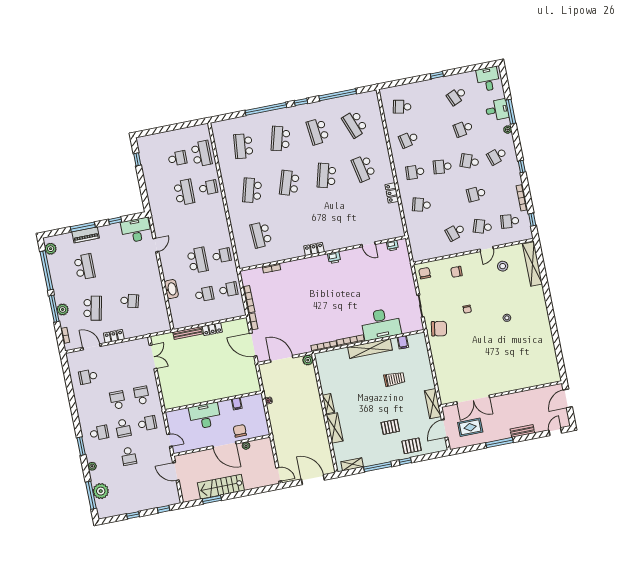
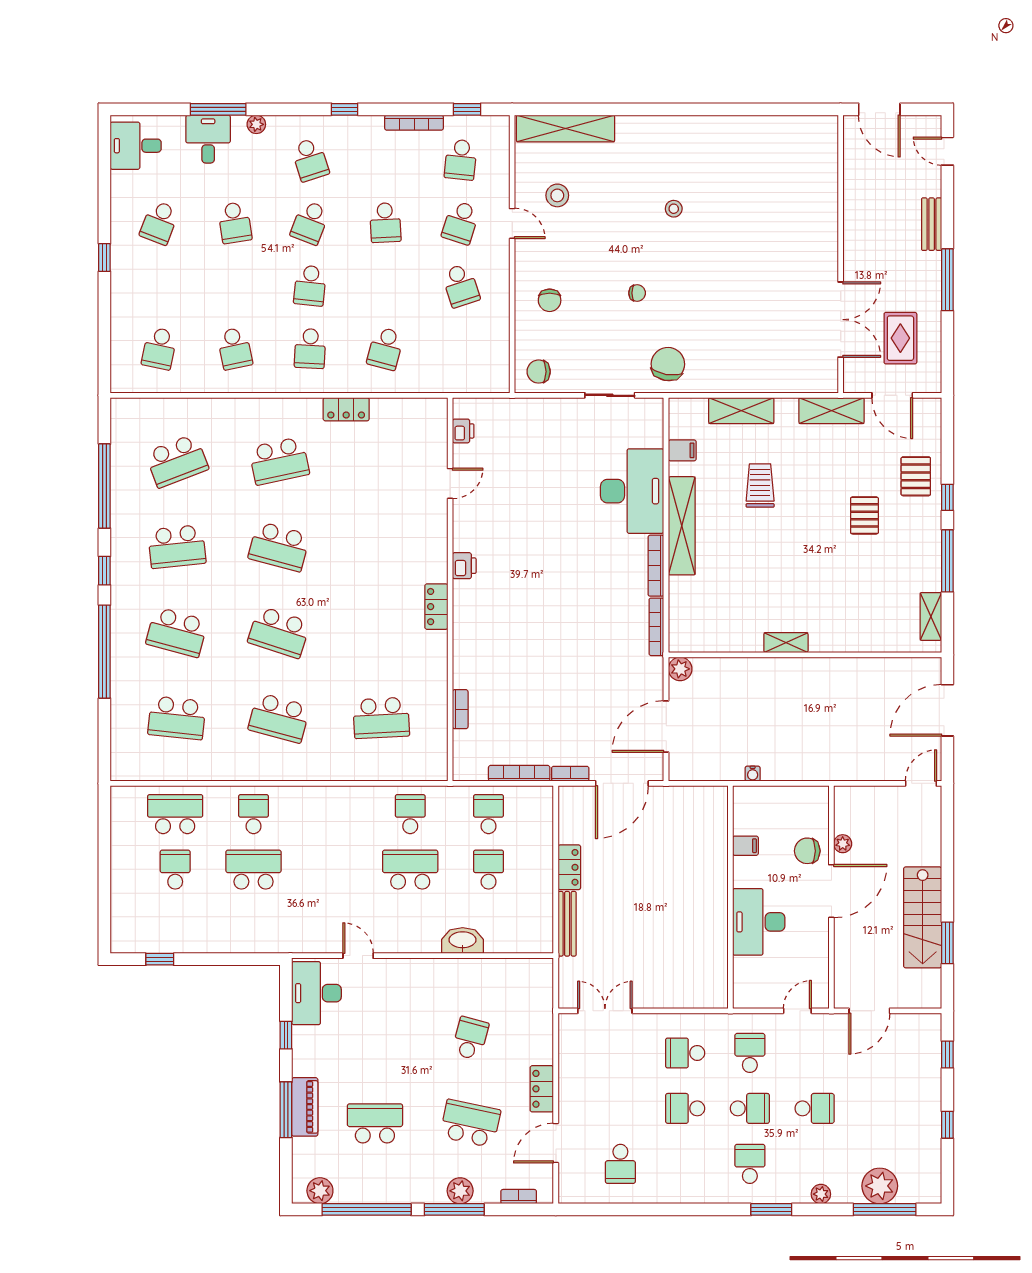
school desk: (457, 96) -> (159, 223), turned 45
shelving: (335, 428) -> (741, 411), moved

